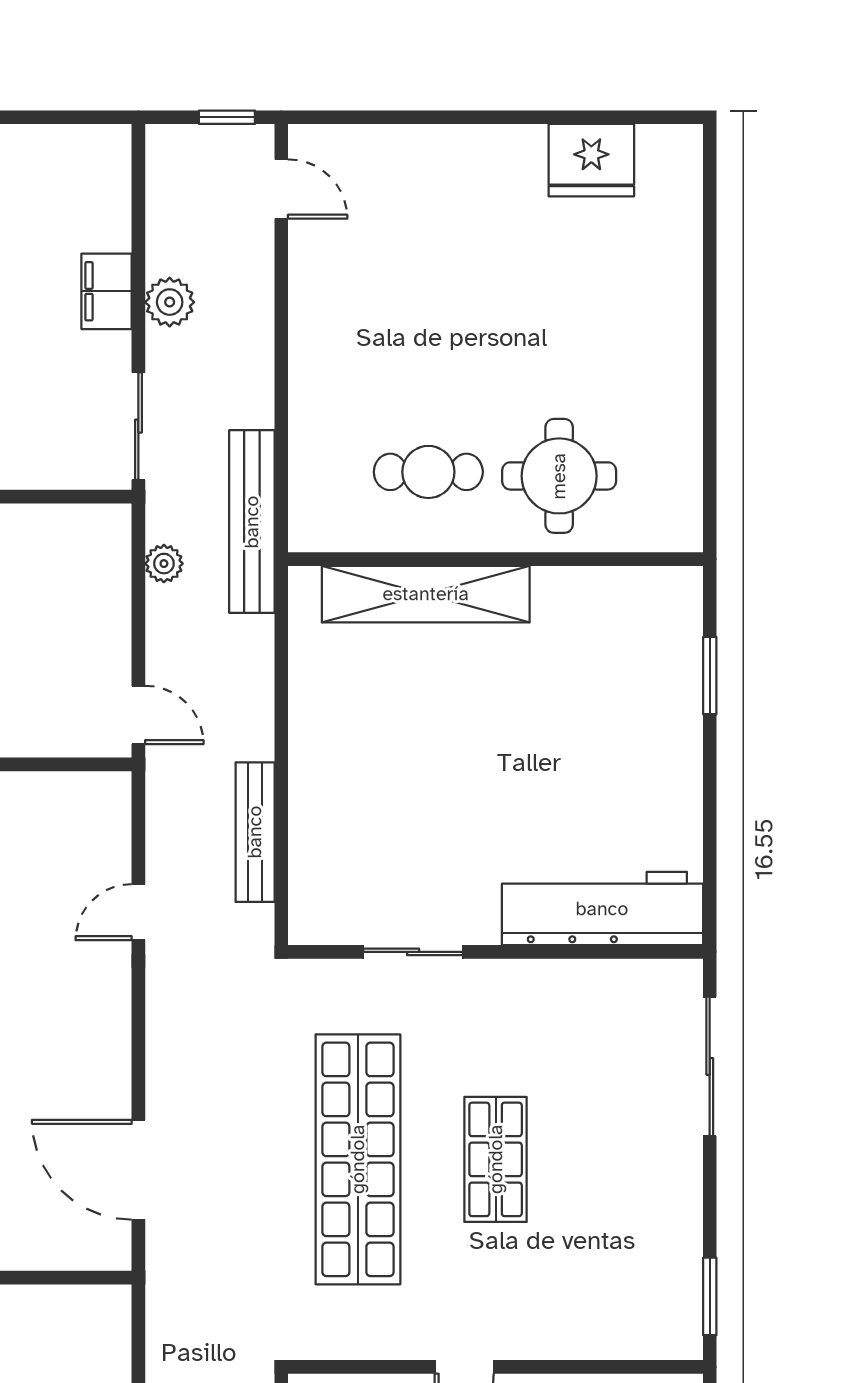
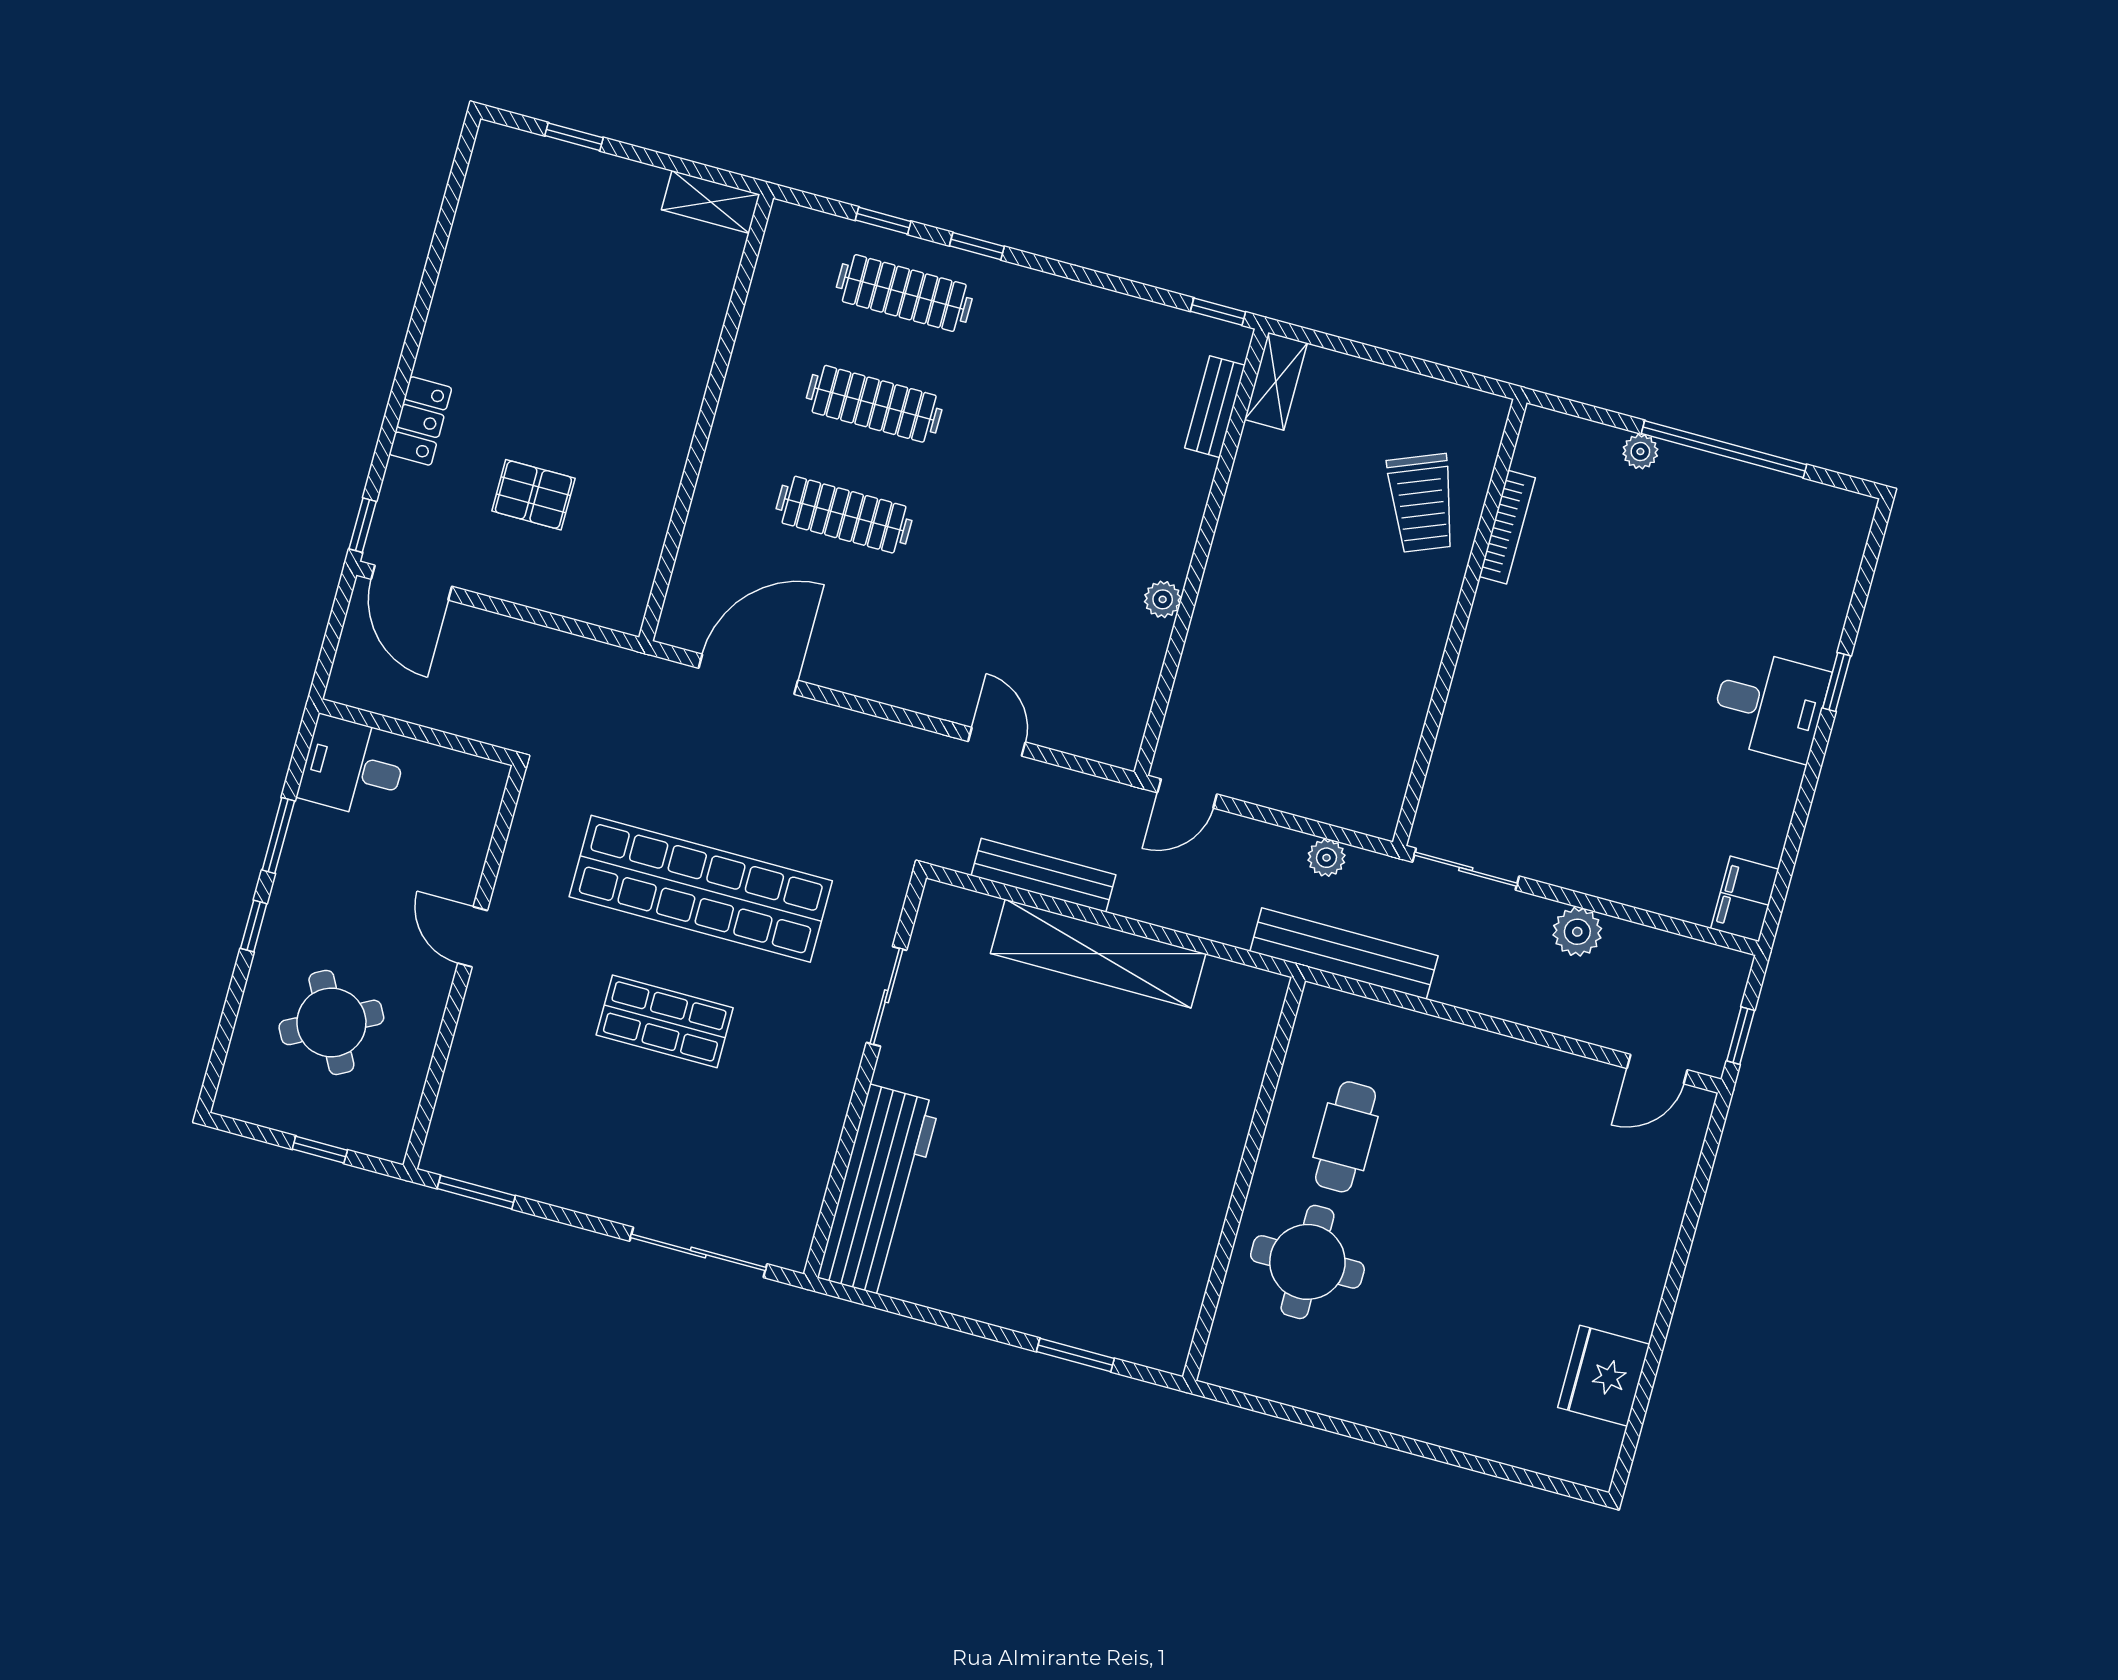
filing cabinet: (107, 291) -> (1745, 899), moved, turned -90
shelving: (426, 594) -> (1098, 954), moved, turned 90

